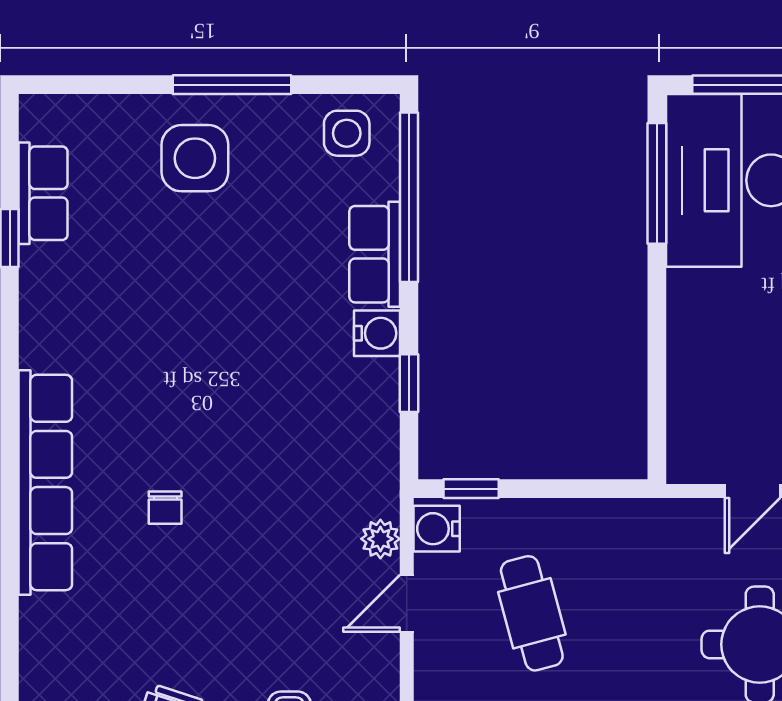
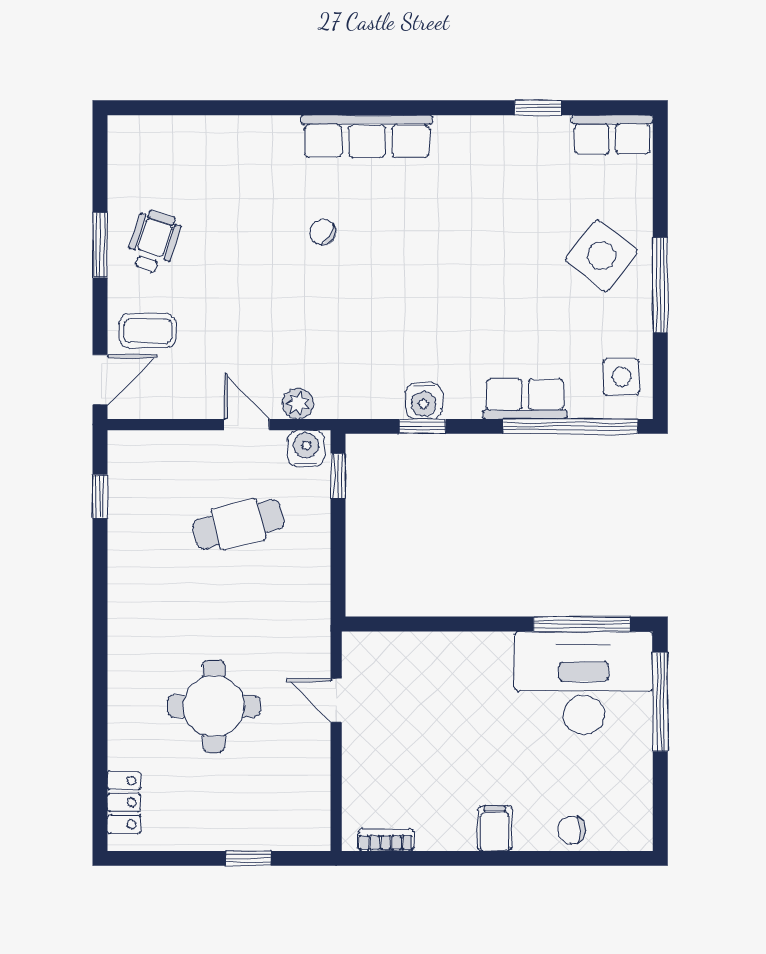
side table: (195, 158) -> (602, 256), turned 38
row of seats: (43, 193) -> (612, 135), moved
water cooler: (377, 333) -> (424, 401), moved
row of seats: (45, 482) -> (367, 136), width x0.73
chair: (165, 508) -> (323, 232), turned 31

